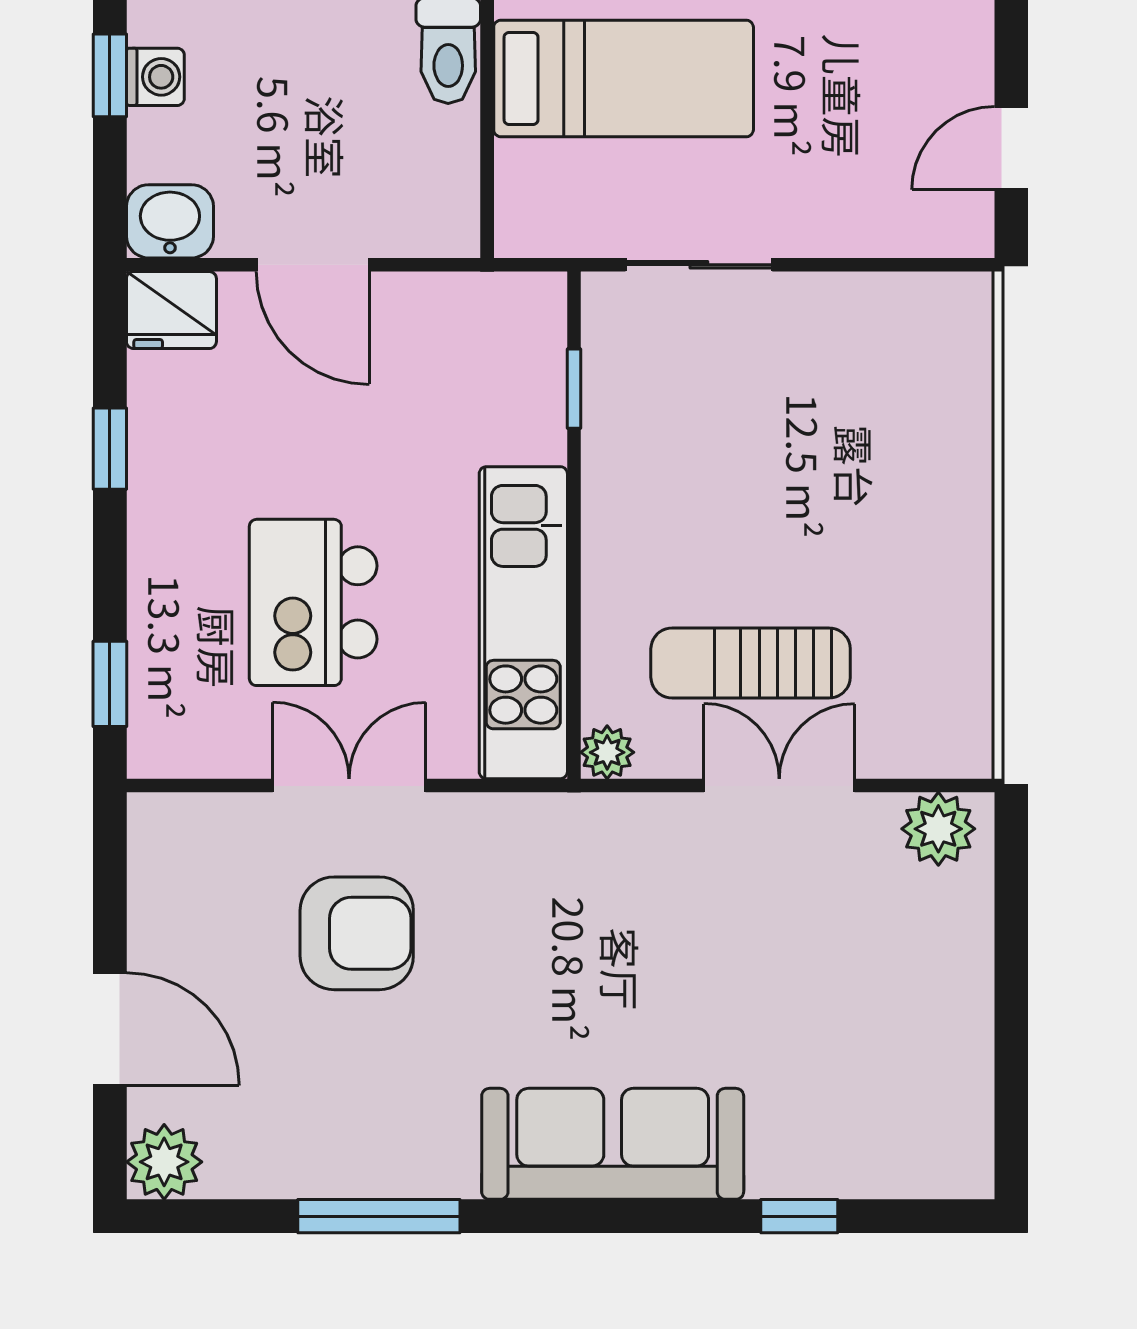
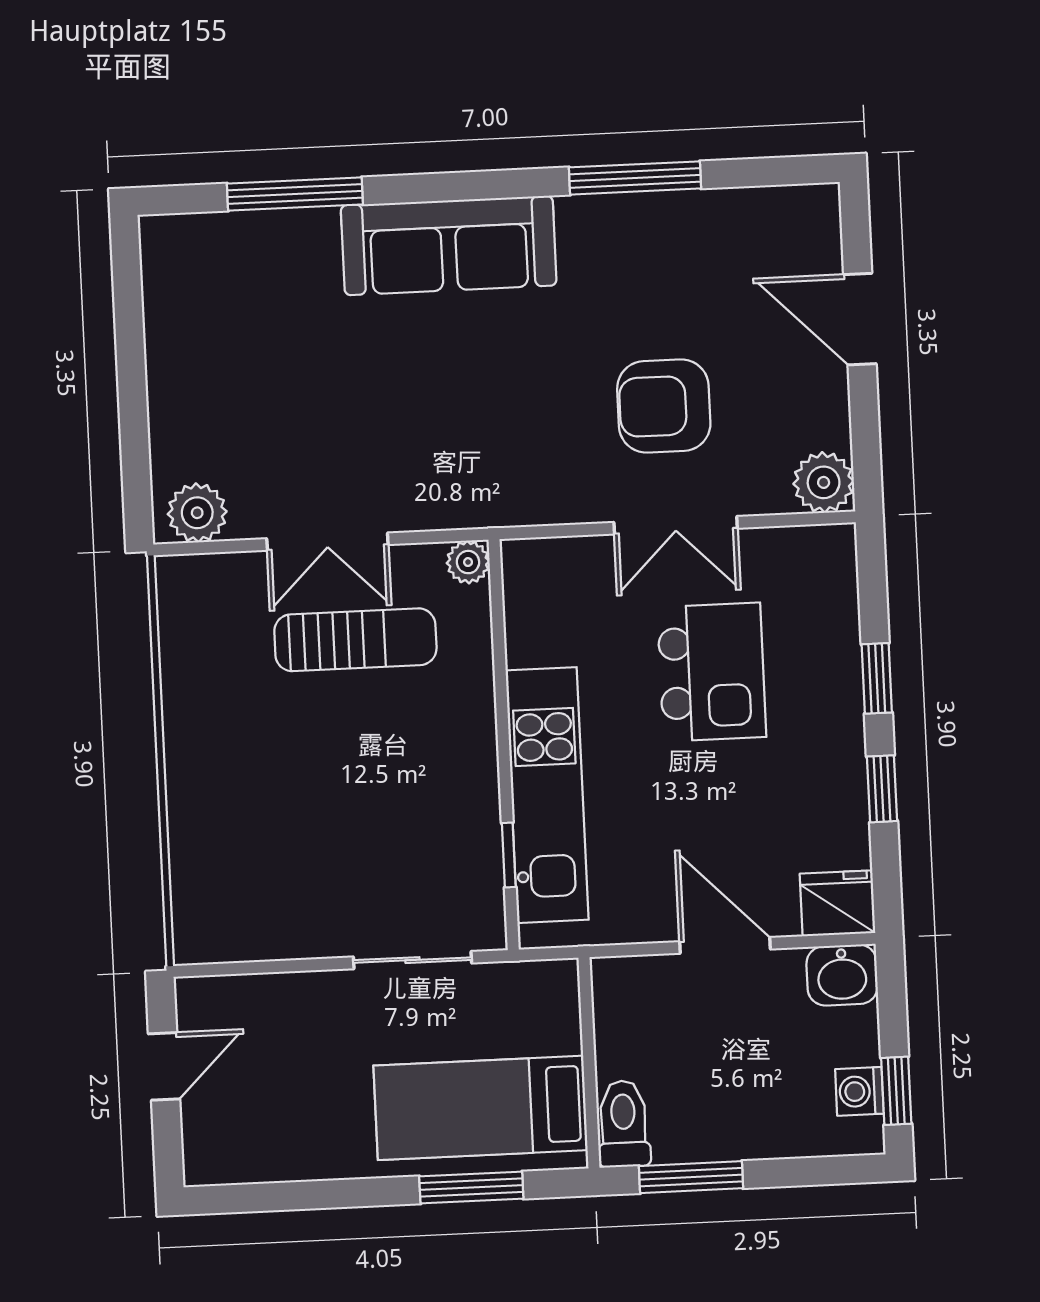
kitchen unit: (523, 623) -> (547, 795), moved
window: (110, 684) -> (877, 678), moved
plant: (164, 1162) -> (824, 482), moved
window: (799, 1216) -> (295, 194), width x2.17

